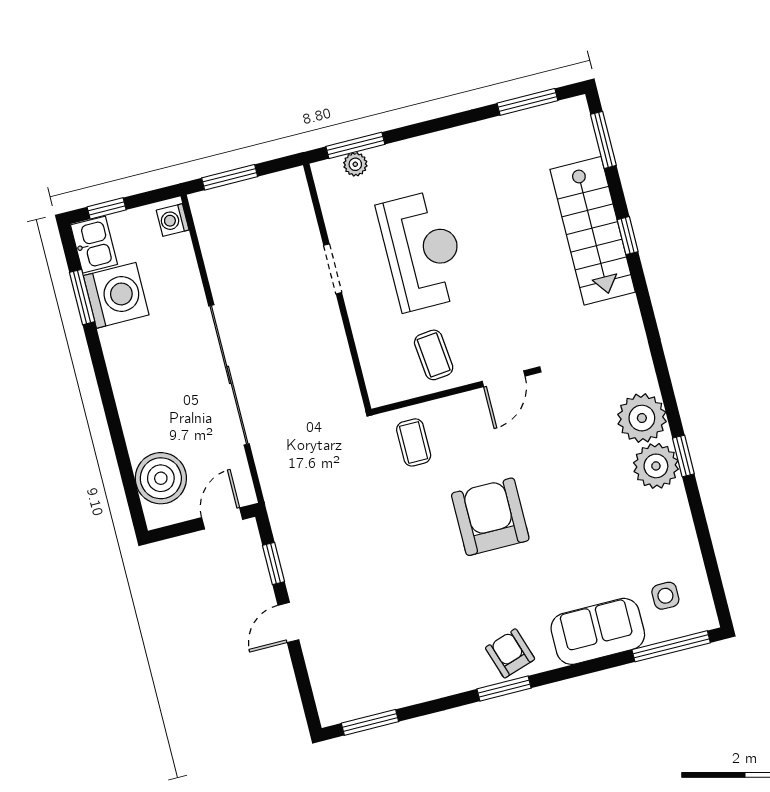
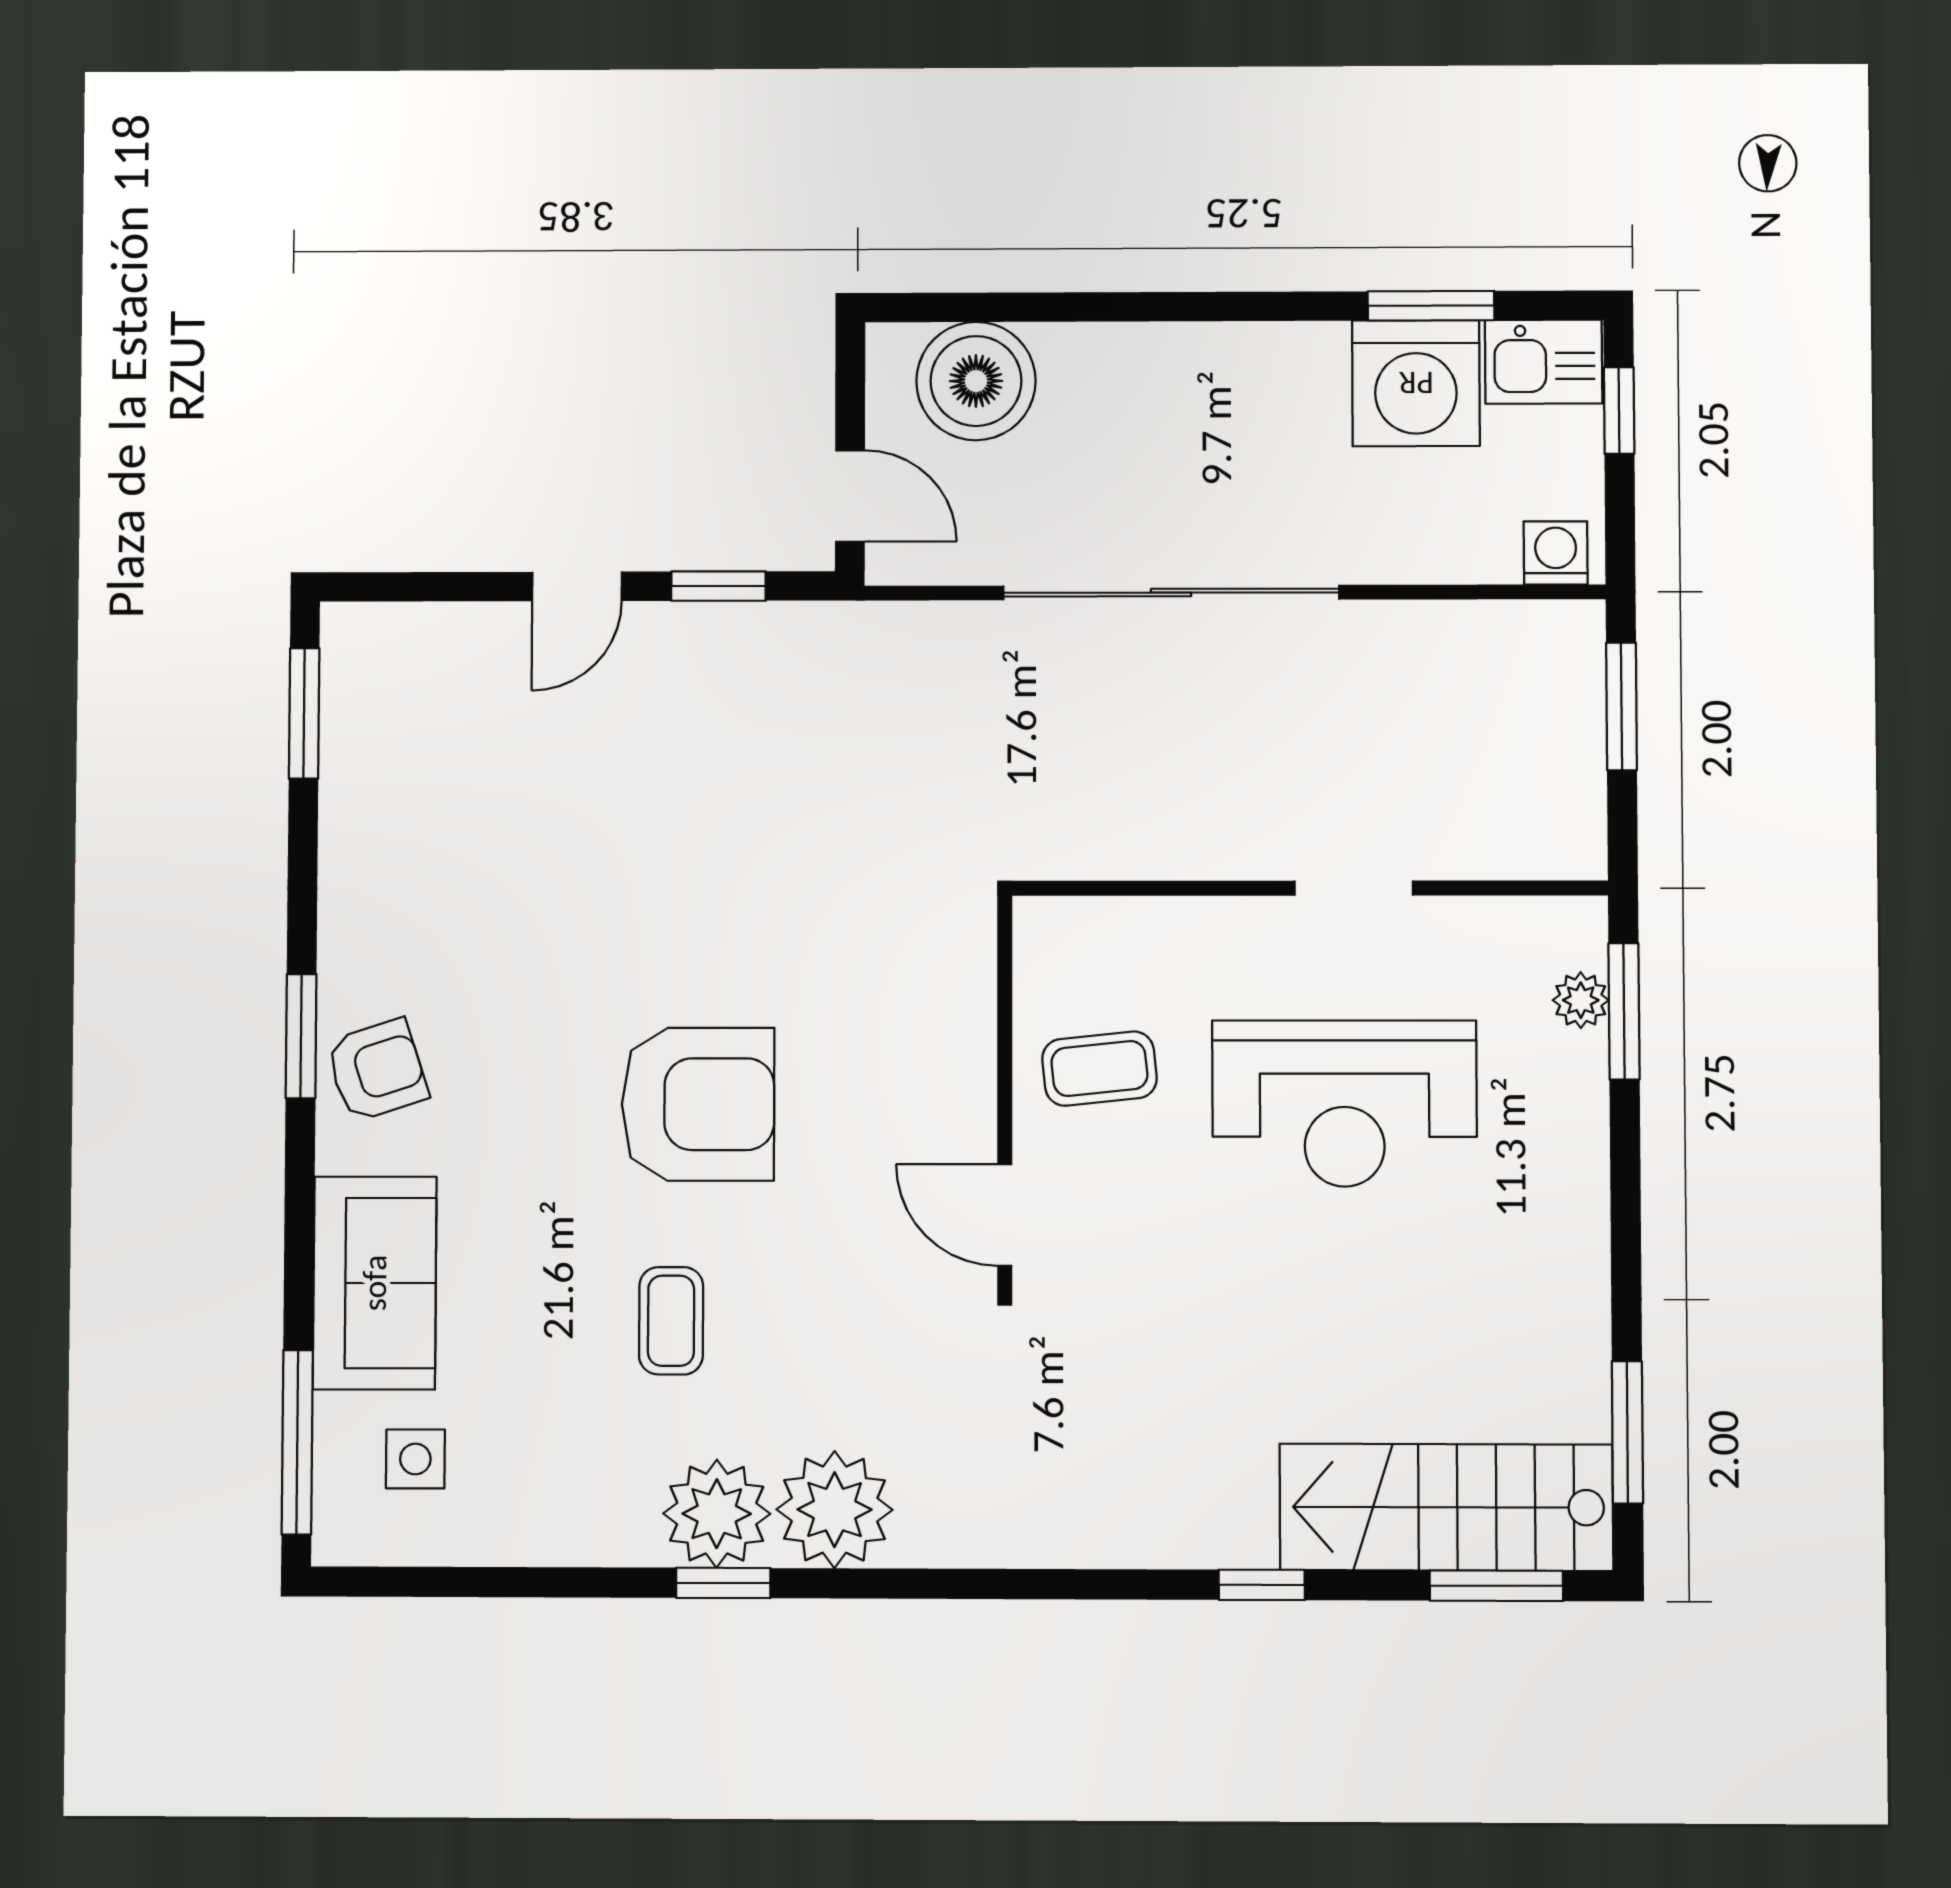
stairs: (593, 231) -> (1446, 1507), moved
coffee table: (414, 442) -> (671, 1321), moved, turned 90
door: (288, 622) -> (577, 586), swing flipped

